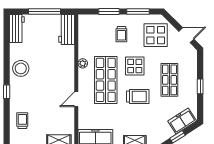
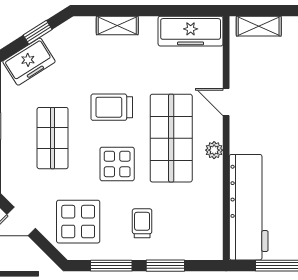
workbench: (67, 30) -> (249, 207), width x1.88, depth x1.32
plant: (83, 63) -> (214, 150), moved
door: (76, 99) -> (226, 102), swing flipped

